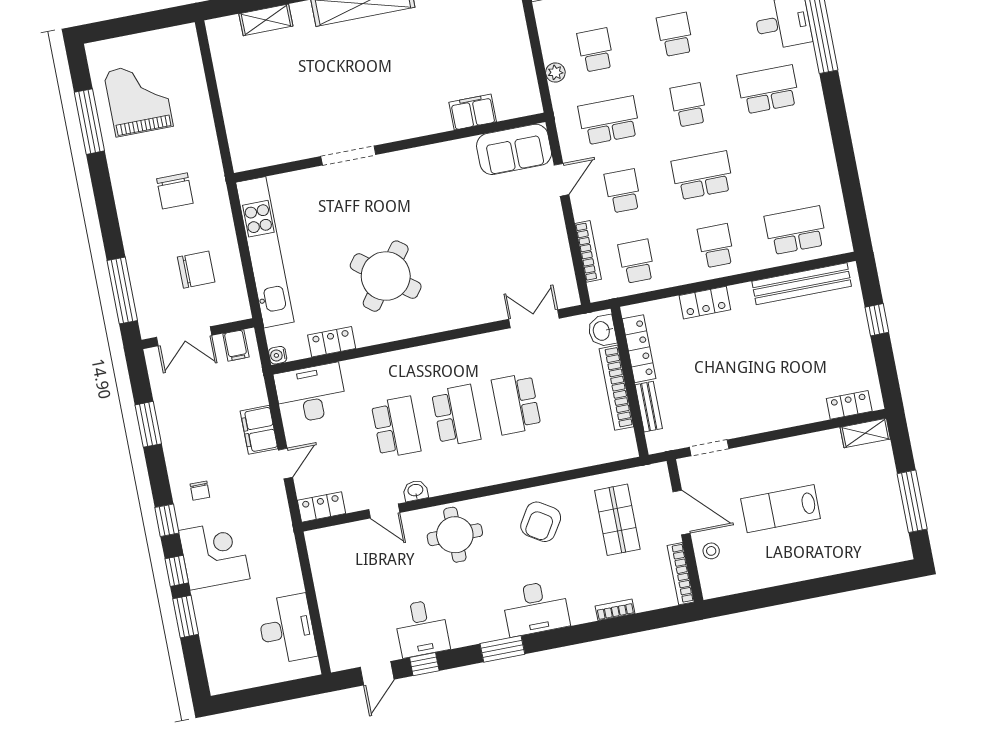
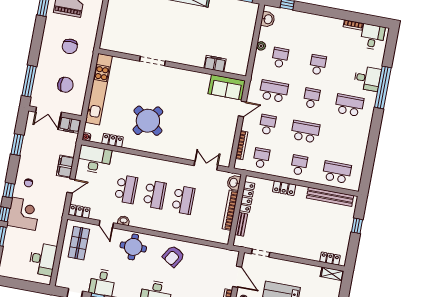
plant: (555, 72) -> (261, 46), moved
filing cabinet: (236, 345) -> (70, 125), width x2.00
school desk: (516, 404) -> (183, 200), turned 180
shop shelf: (617, 520) -> (79, 243), moved

